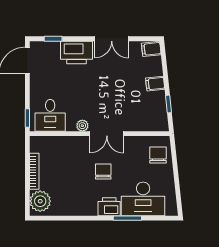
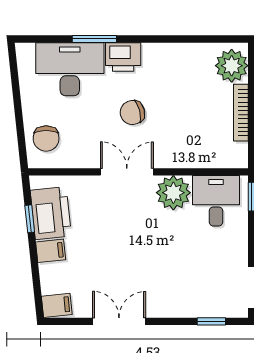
printer: (77, 52) -> (51, 213), moved, turned 84
plant: (82, 126) -> (173, 193), width x1.88, depth x1.88
chair: (103, 171) -> (132, 113), turned 76

